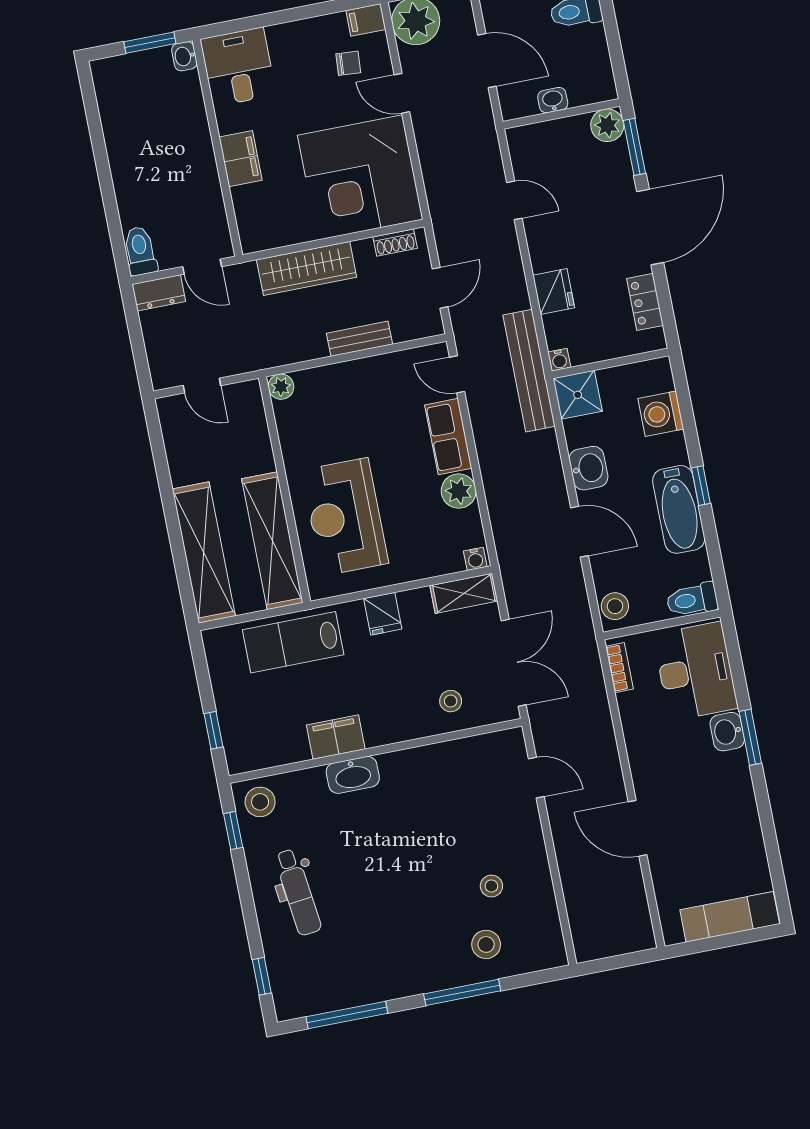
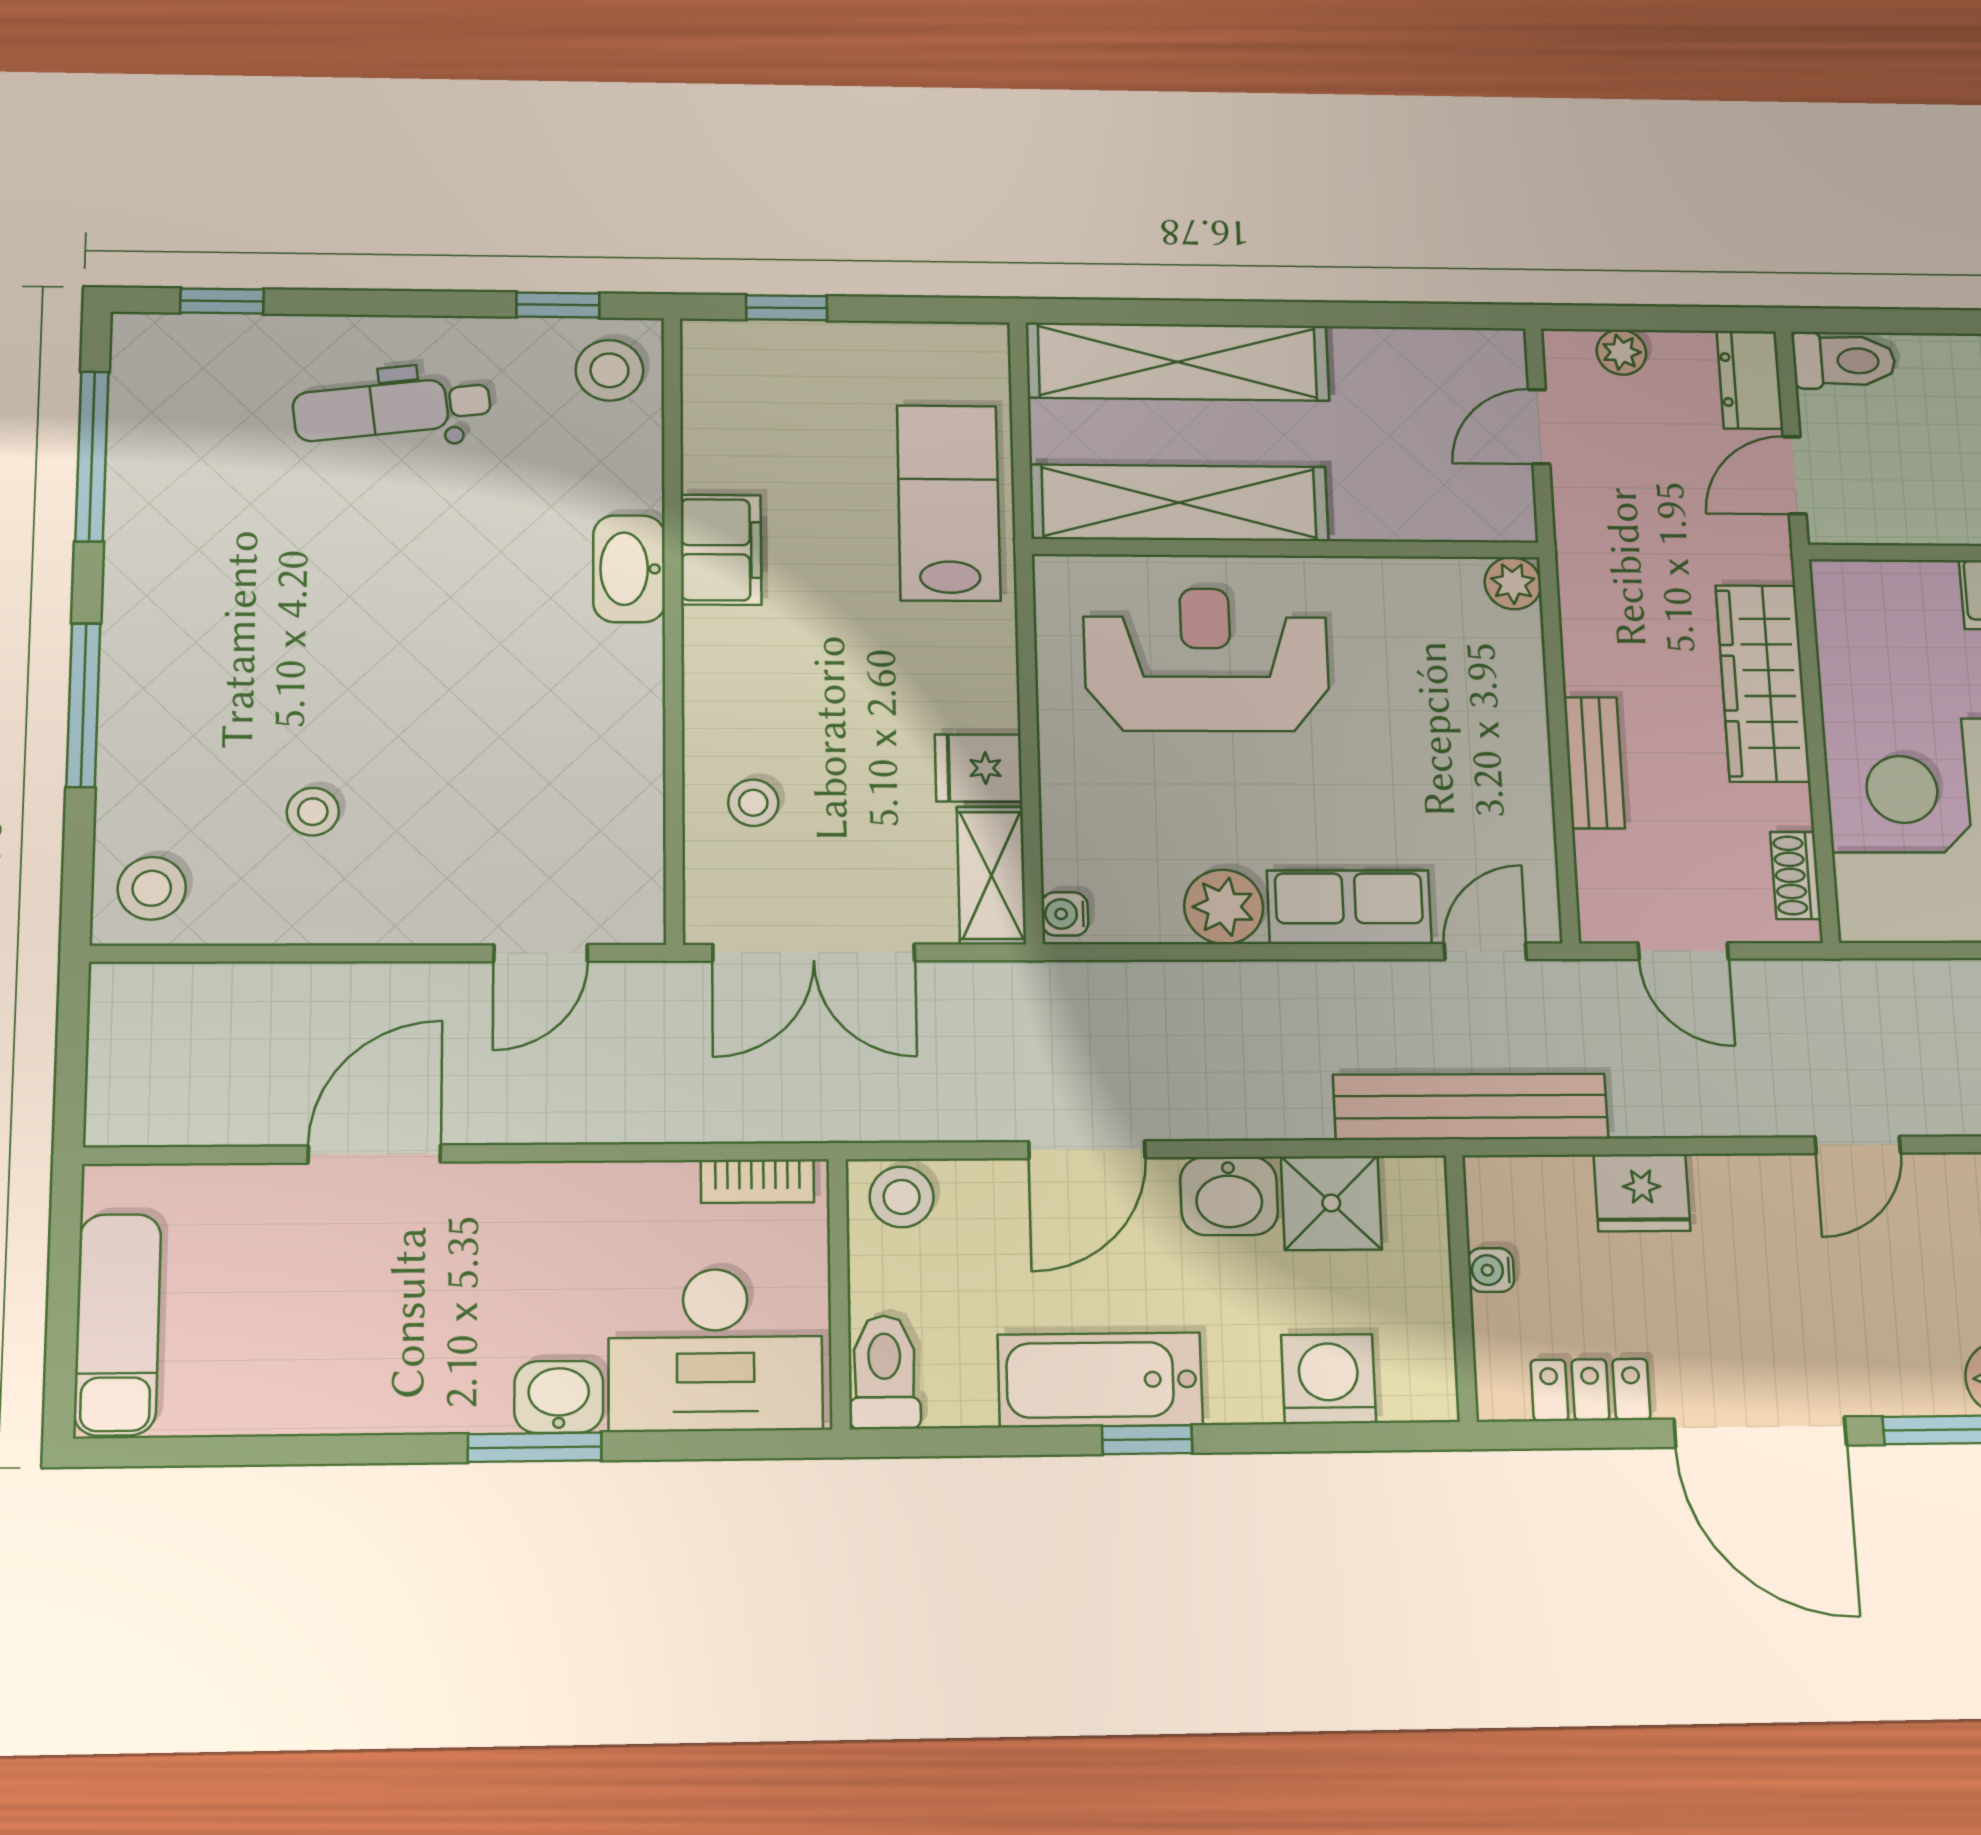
plant: (157, 353) -> (1621, 352), added
water cooler: (559, 360) -> (1491, 1270), moved
shower: (578, 395) -> (1331, 1203), moved
fridge: (383, 614) -> (979, 768), moved
stool: (486, 944) -> (152, 888), moved

